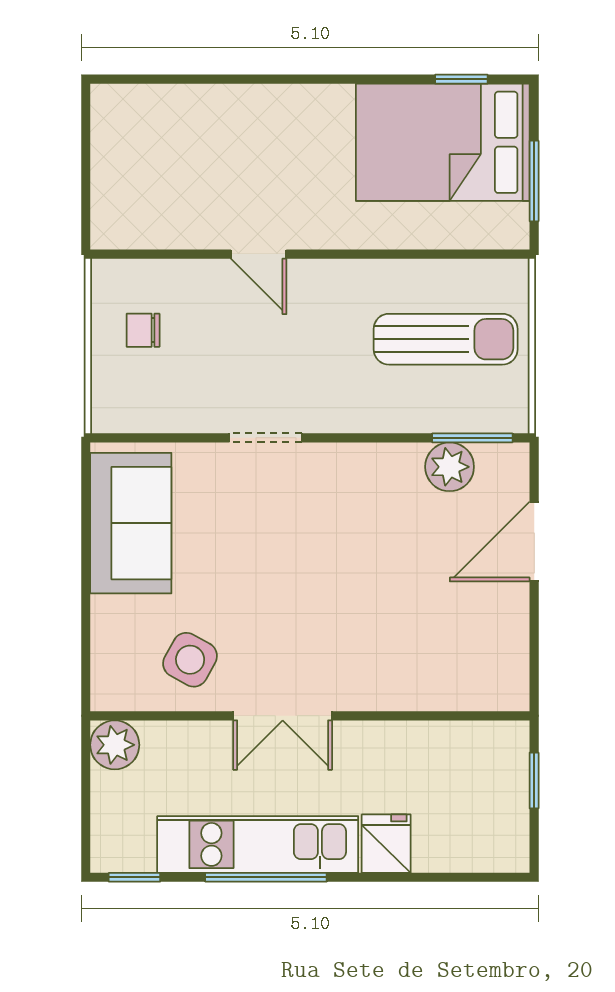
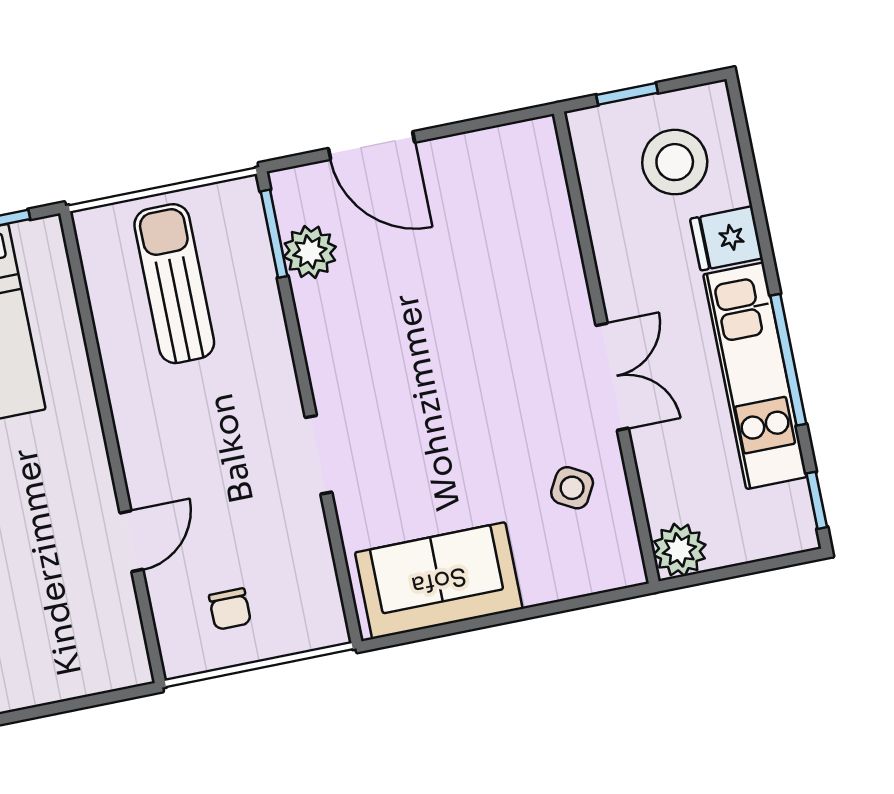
door: (259, 254) -> (131, 541), moved
side table: (190, 660) -> (572, 488), width x0.73, depth x0.73
stool: (464, 811) -> (675, 162), added

